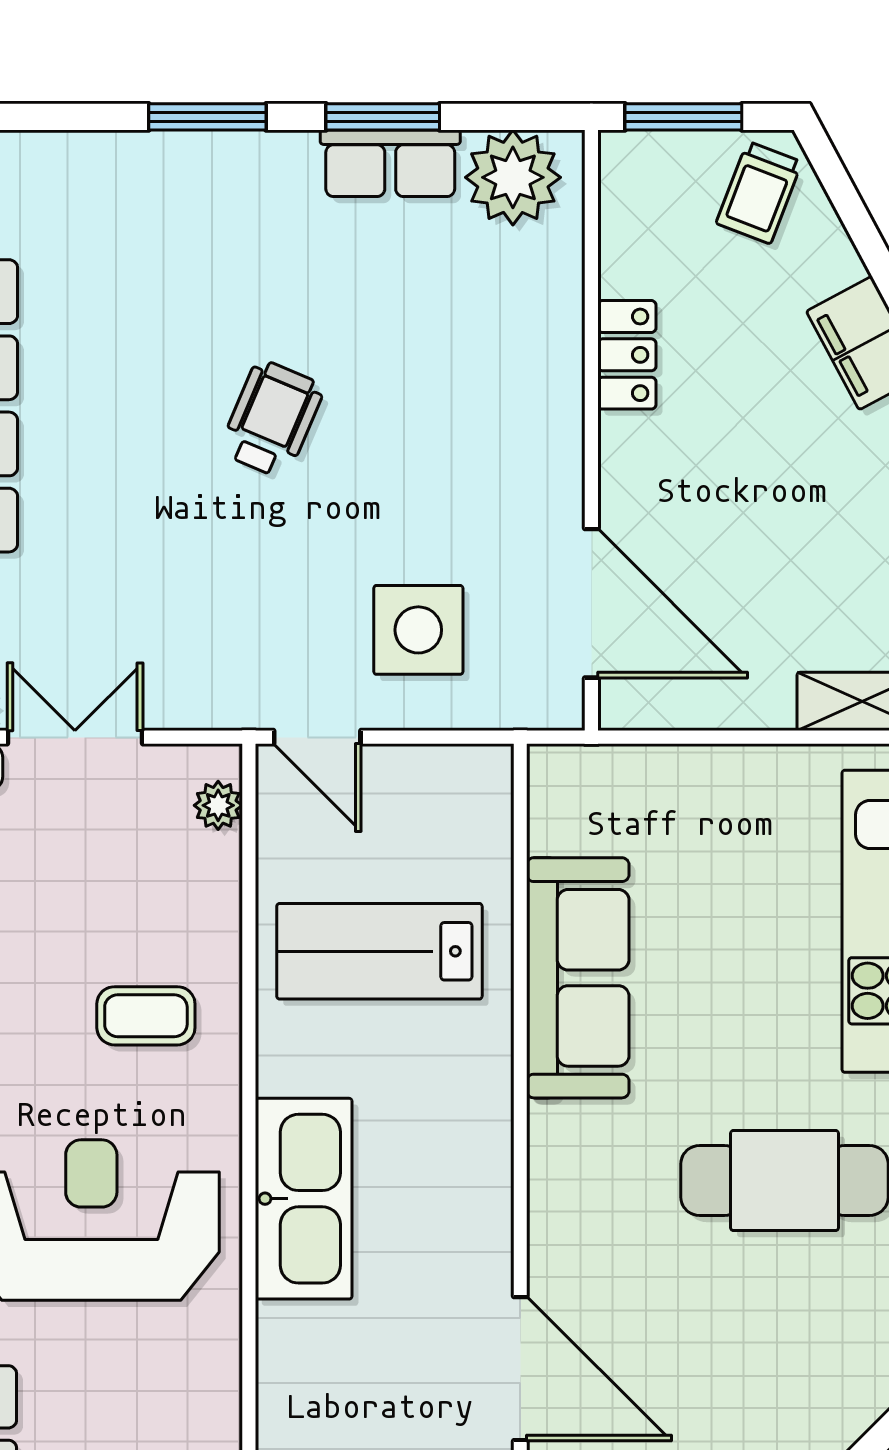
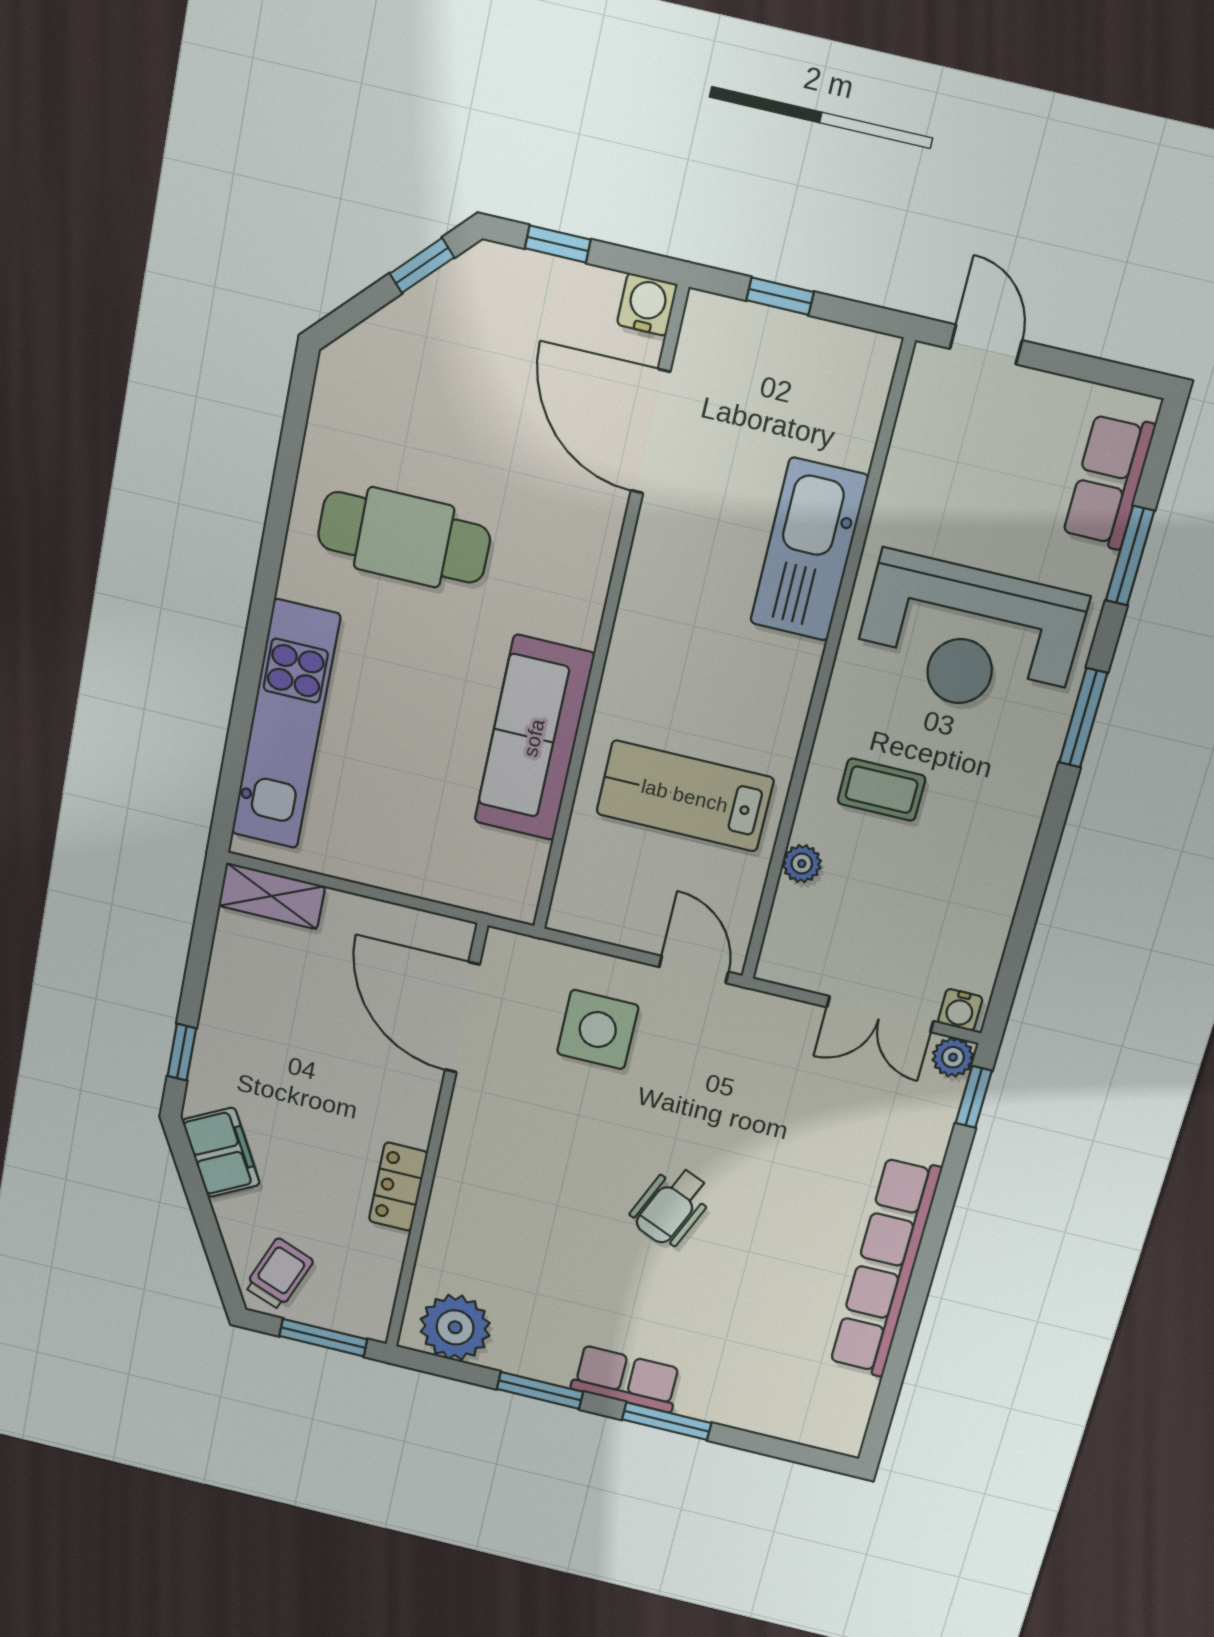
row of seats: (390, 163) -> (626, 1379), moved
plant: (218, 805) -> (802, 864), moved
lab bench: (379, 951) -> (685, 796), turned 180
kitchen sink: (304, 1199) -> (809, 550), moved

